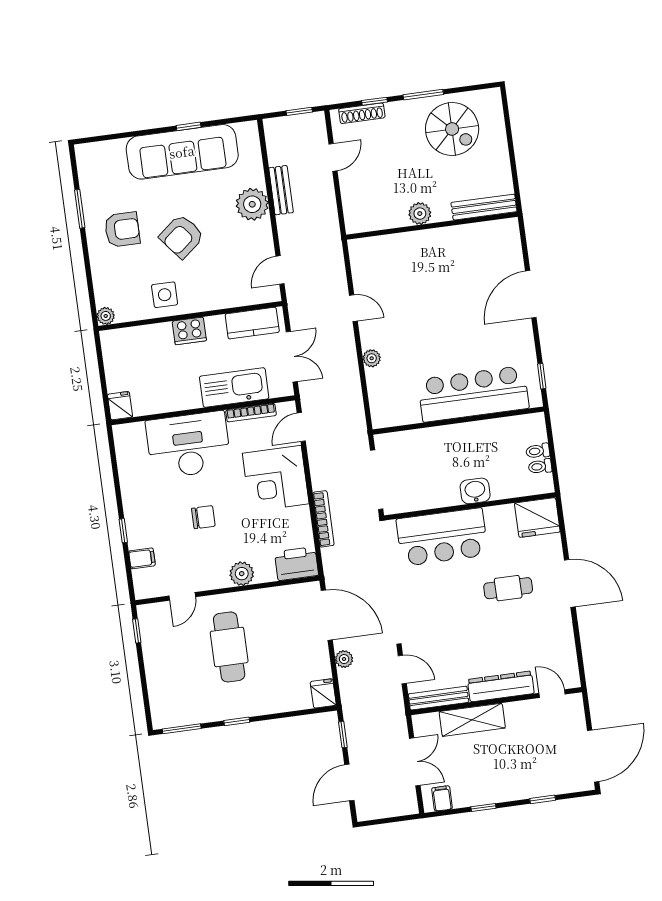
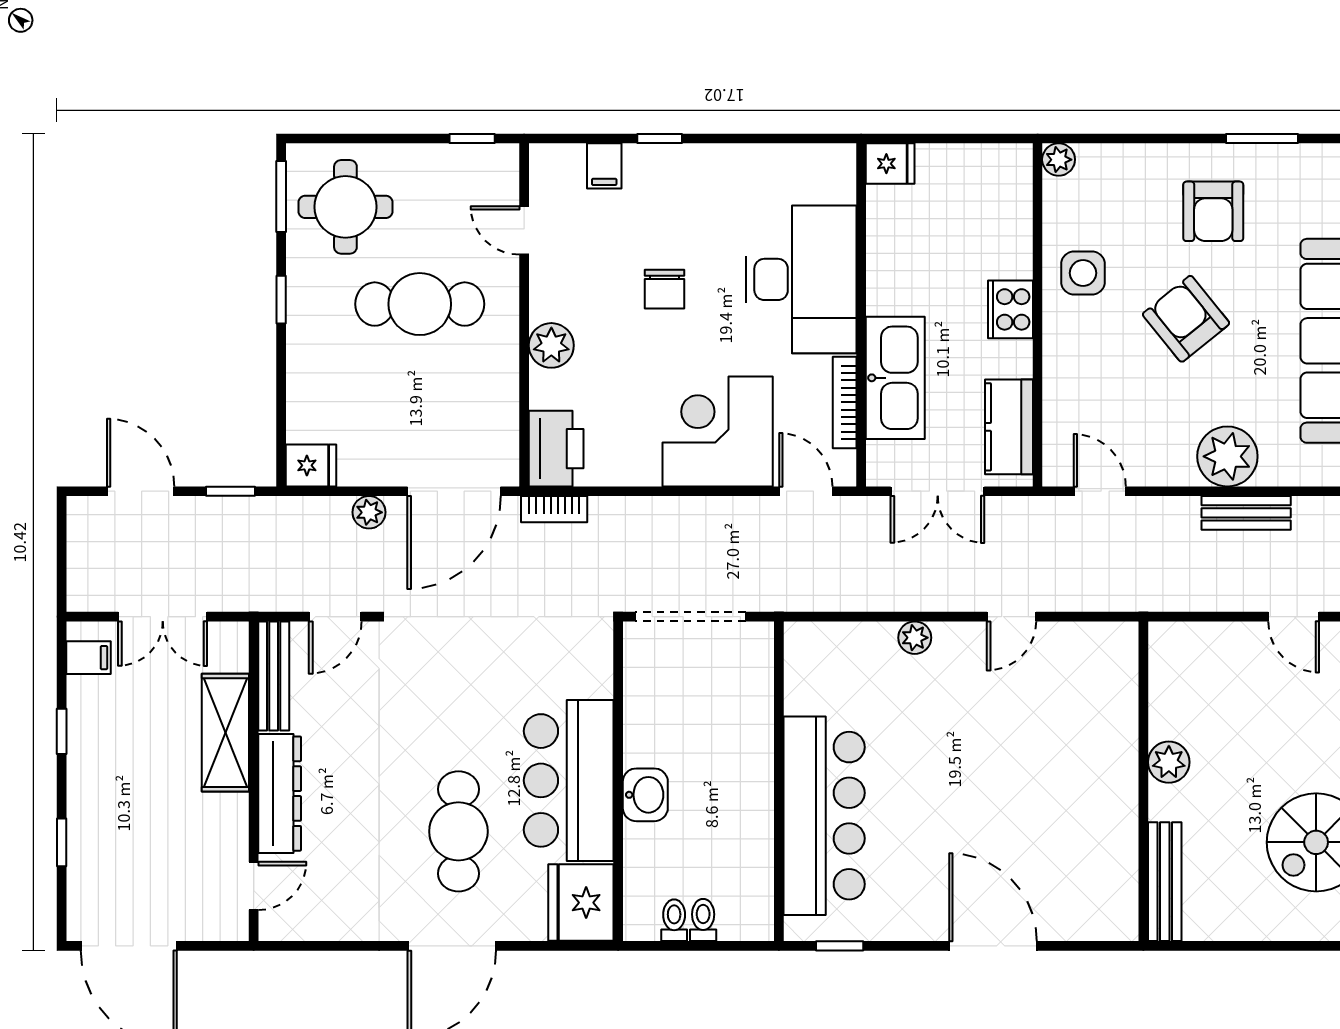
bookcase: (323, 519) -> (554, 509), moved, width x0.64
bar counter: (442, 537) -> (569, 780), moved
cafe table: (508, 588) -> (458, 831), width x1.37, depth x1.35
round table: (183, 694) -> (345, 207), added

